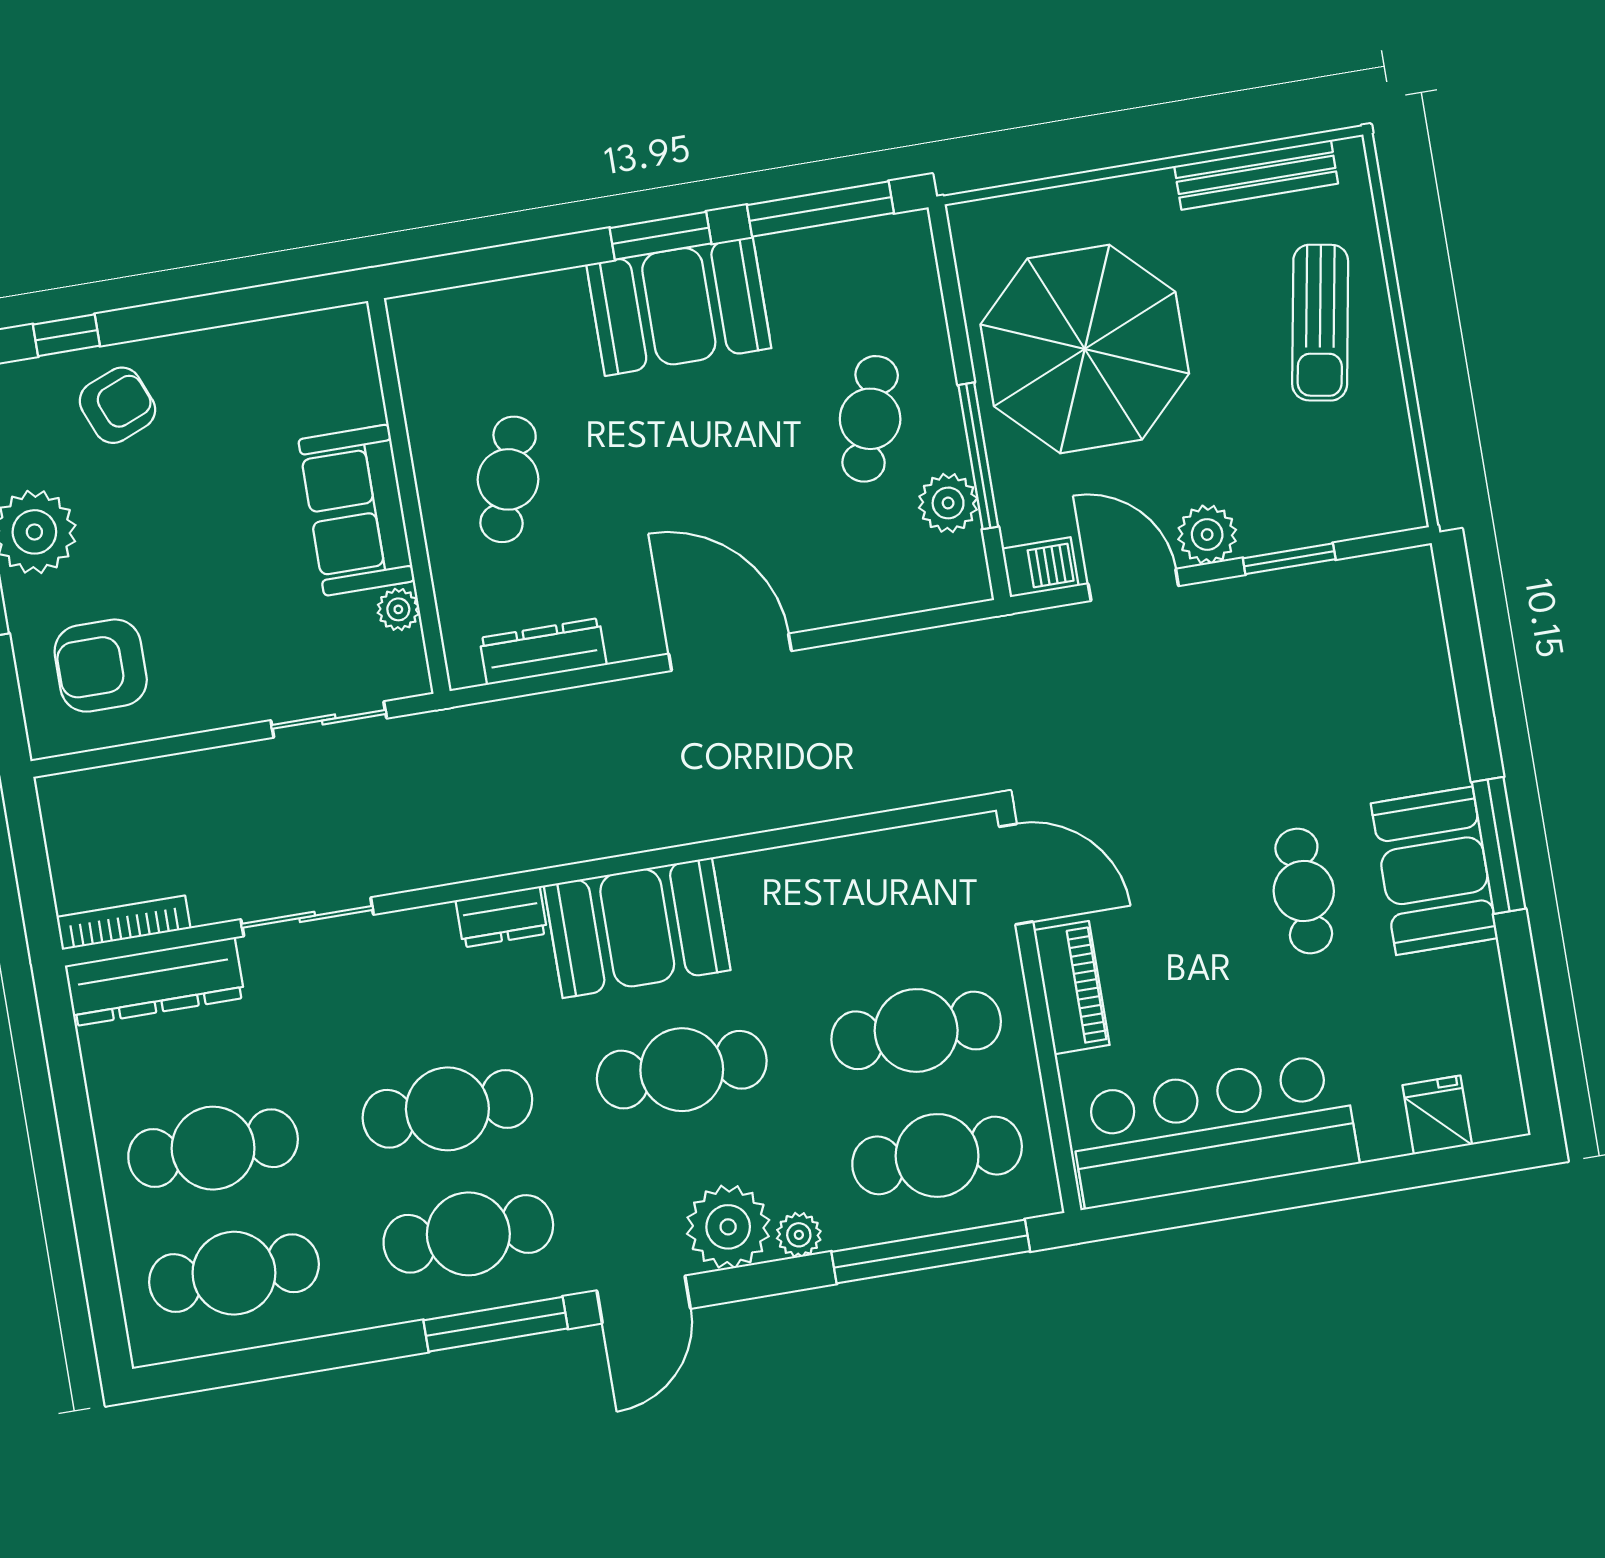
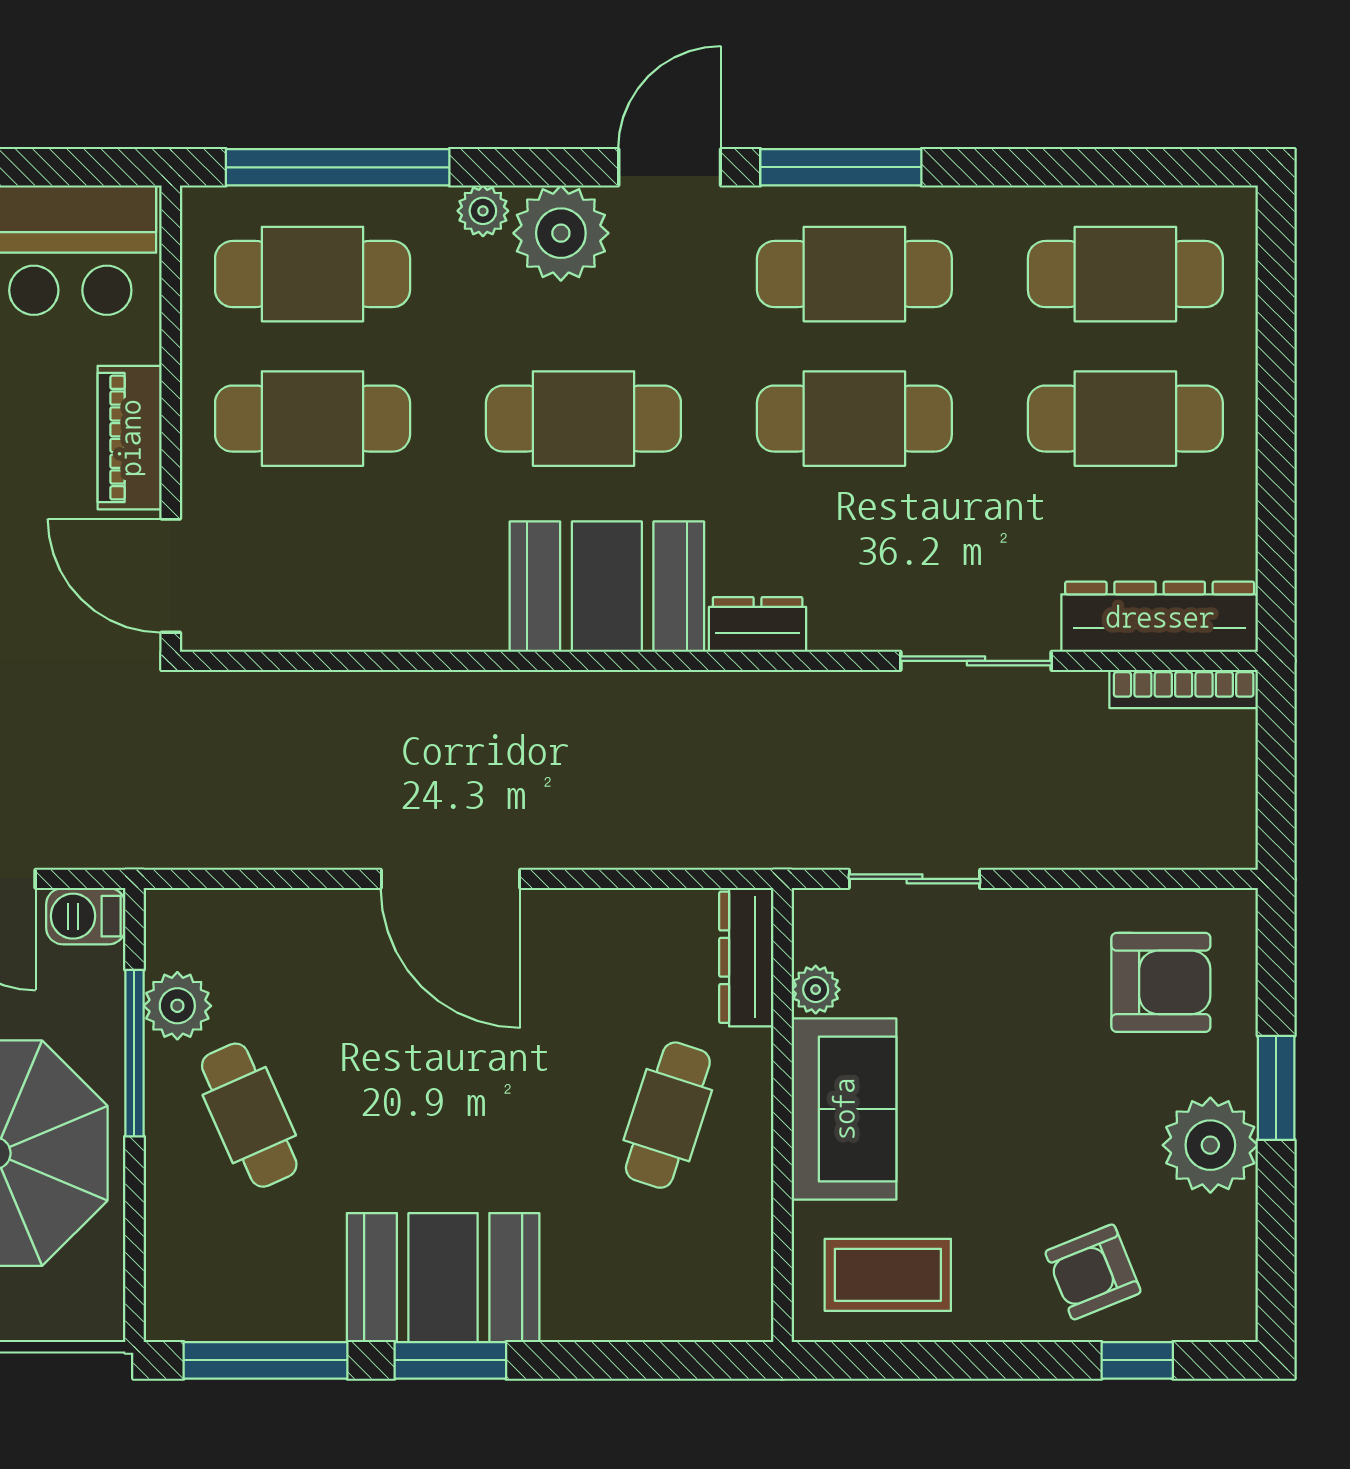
coffee table: (295, 373) -> (888, 1275), added
cafe table: (870, 419) -> (249, 1115), turned -42
dresser: (543, 651) -> (746, 957), moved, turned 90

